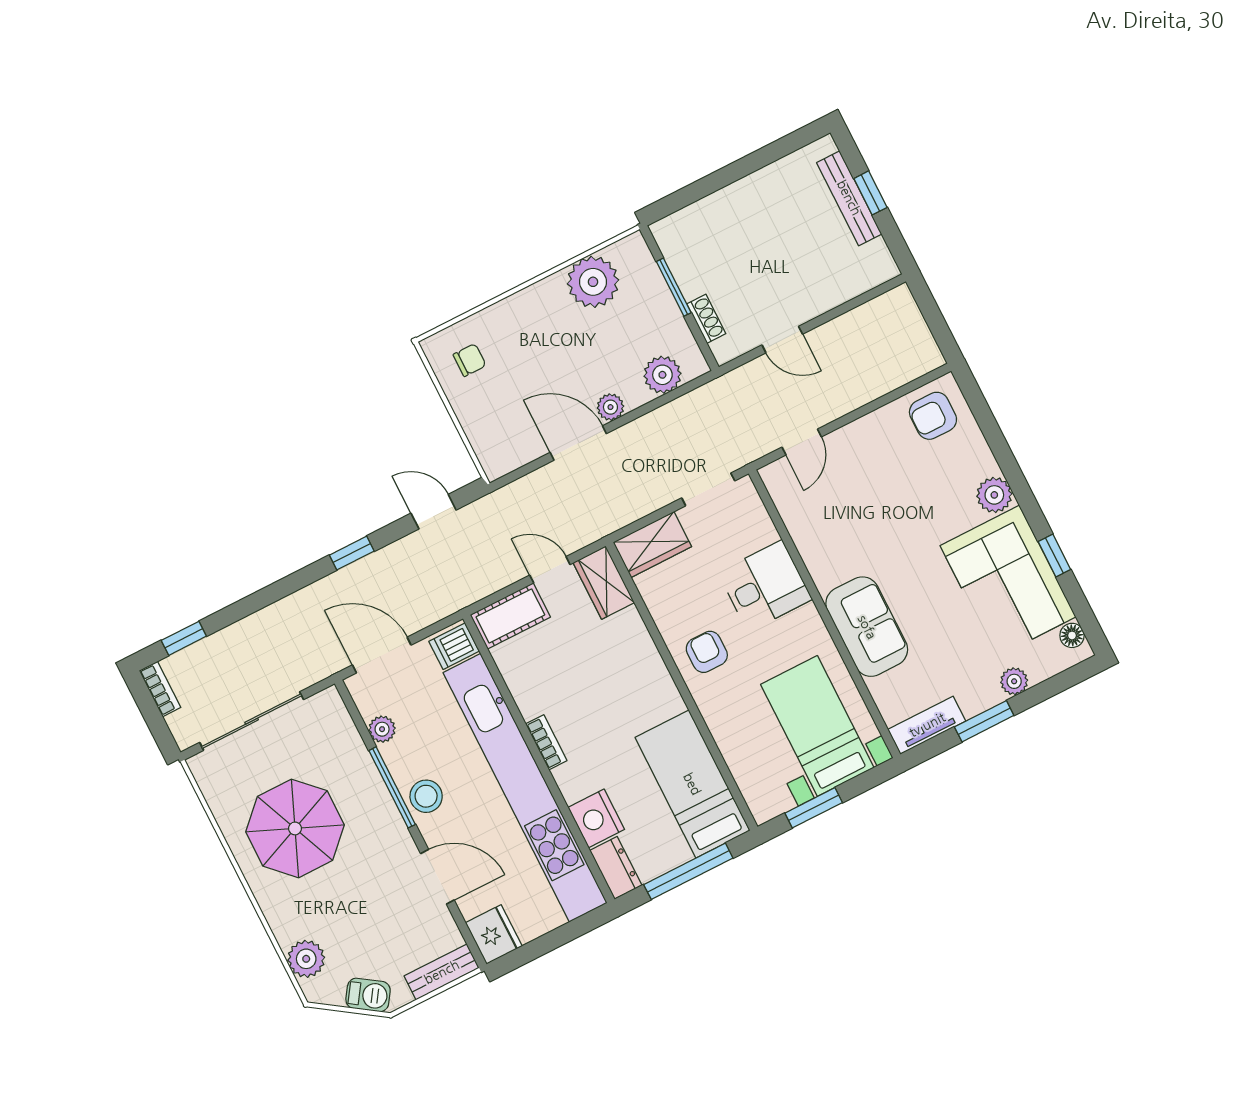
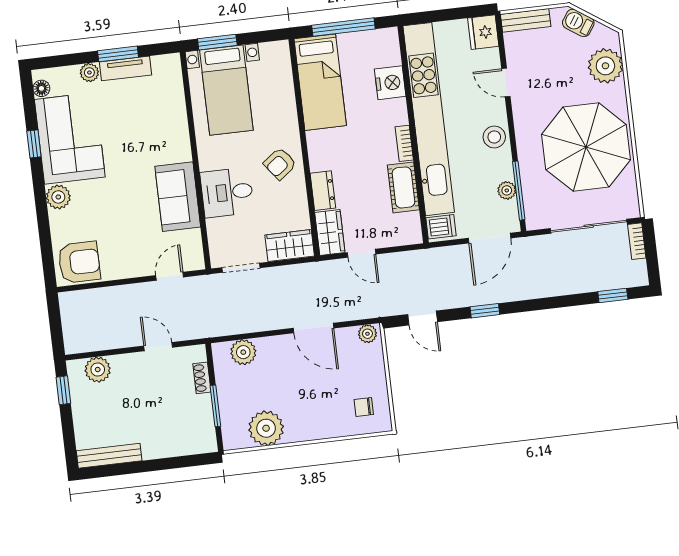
window: (870, 193) -> (63, 390), moved
bench: (849, 198) -> (109, 456), moved, turned 90
plant: (854, 278) -> (98, 370), added
plant: (610, 407) -> (367, 334), moved
armchair: (933, 416) -> (79, 262), width x1.38, depth x1.38
cot: (510, 616) -> (403, 187), moved, turned 90
sofa: (867, 627) -> (178, 197), moved
armchair: (707, 652) -> (280, 164), turned 53
door: (382, 655) -> (489, 238), hinge flipped
bookcase: (160, 689) -> (637, 241), moved
tv unit: (927, 725) -> (126, 68), moved
window: (392, 787) -> (519, 191), moved
window: (814, 808) -> (217, 42), moved
parasol: (295, 828) -> (586, 147), width x1.36, depth x1.36
dresser: (616, 868) -> (323, 191), moved, turned 180
door: (437, 877) -> (506, 83), width x0.73
plant: (306, 959) -> (605, 66), width x1.36, depth x1.36

